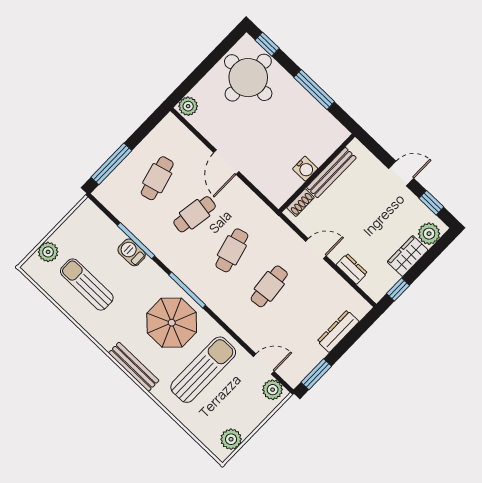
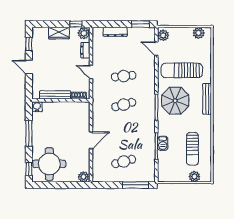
water cooler: (305, 169) -> (37, 107), moved
cafe table: (195, 214) -> (124, 133), removed
plant: (429, 234) -> (84, 33), moved

